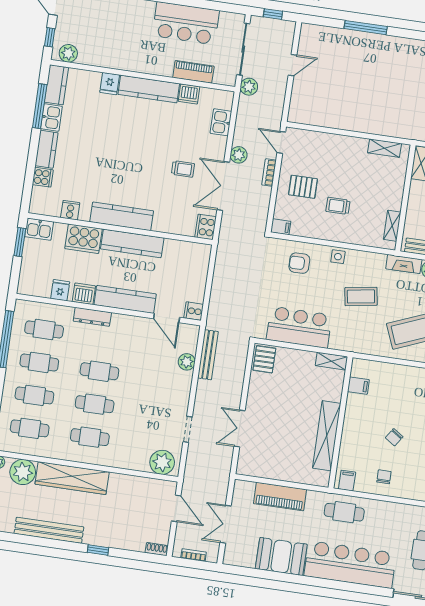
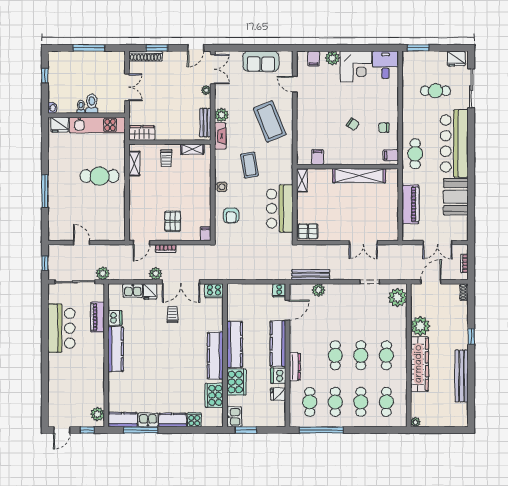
fridge: (110, 84) -> (150, 291), moved, turned 90
cafe table: (375, 101) -> (100, 176), added
trolley: (338, 206) -> (166, 158), moved
cooker: (70, 210) -> (214, 395), width x1.87, depth x1.31
plant: (23, 472) -> (420, 326), moved

